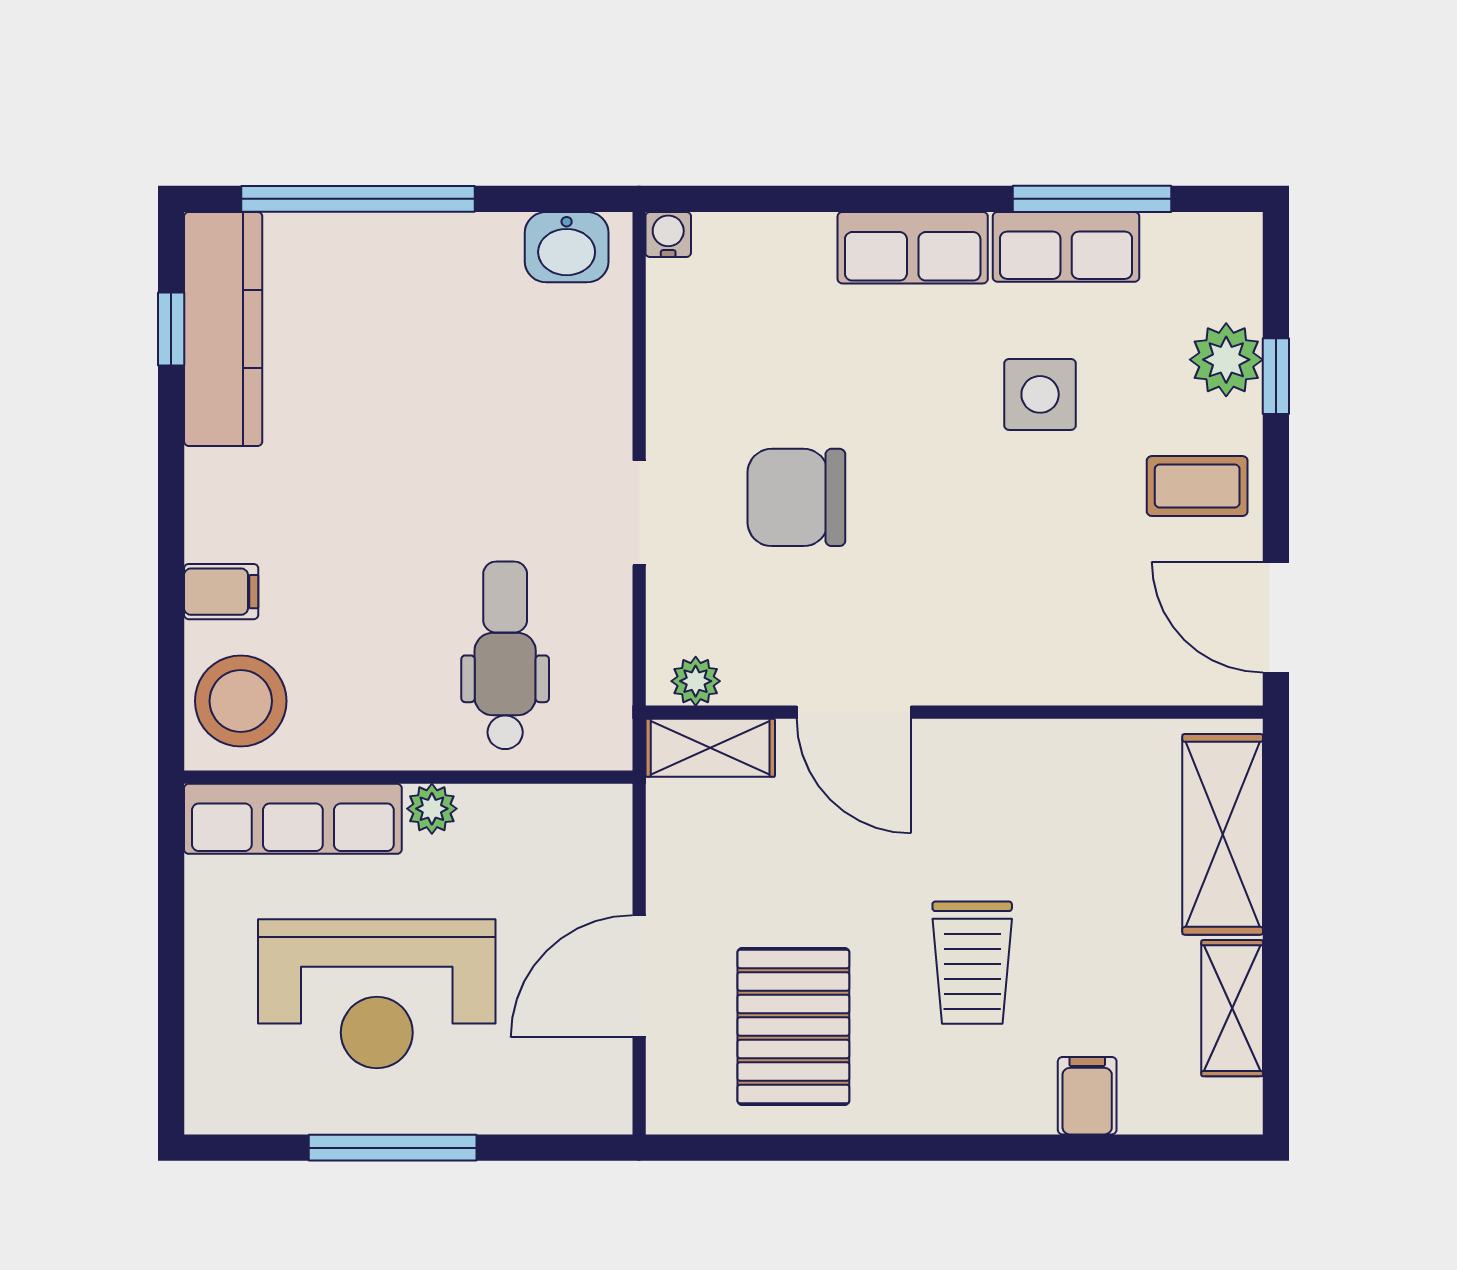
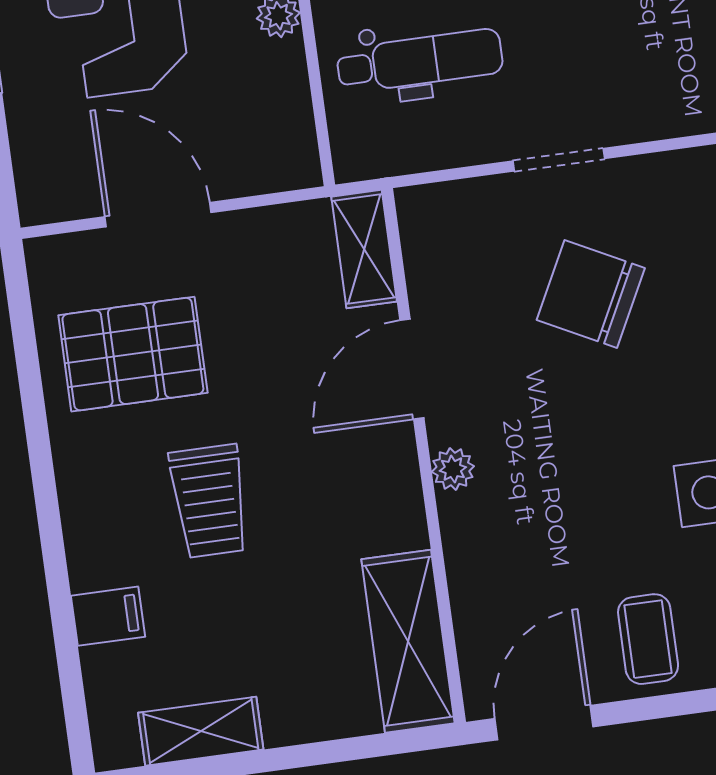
chair: (796, 497) -> (591, 294), turned -63
plant: (696, 681) -> (453, 469), moved
shelving: (1223, 834) -> (408, 641), moved, turned 90
trolley: (972, 963) -> (209, 501), turned -90

